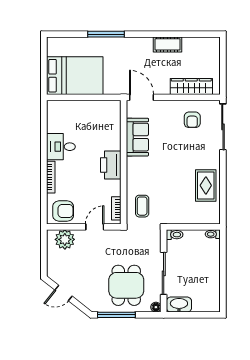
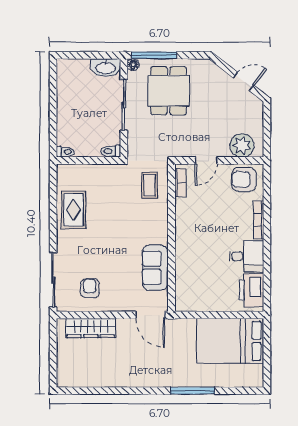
cot: (167, 44) -> (119, 378), removed
printer: (111, 165) -> (251, 290), moved, turned 180
window: (116, 315) -> (154, 55), moved

